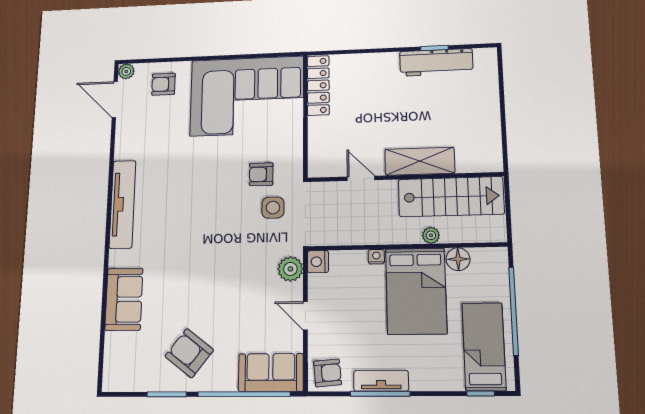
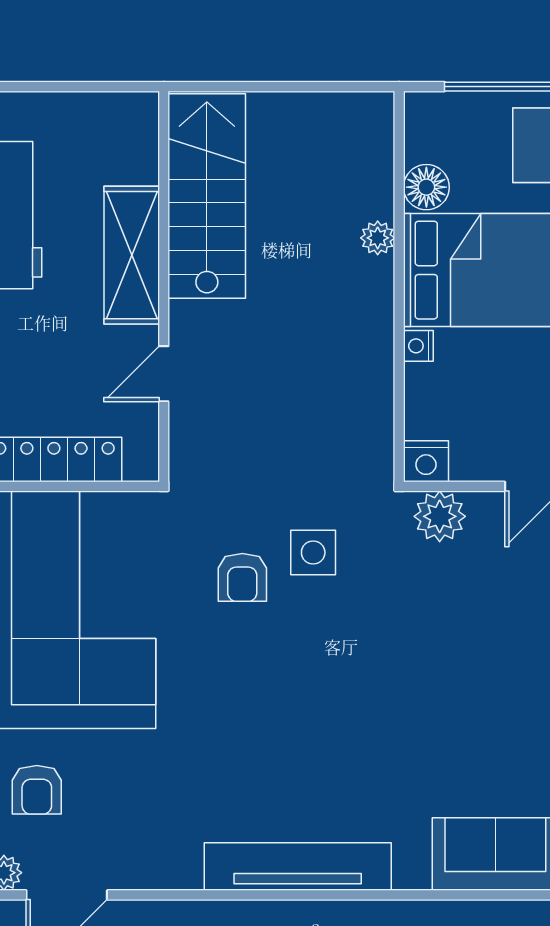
shelving: (420, 161) -> (132, 255), moved
wall: (404, 177) -> (164, 287), moved
door: (361, 178) -> (164, 374), moved
stairs: (451, 197) -> (207, 196), moved

